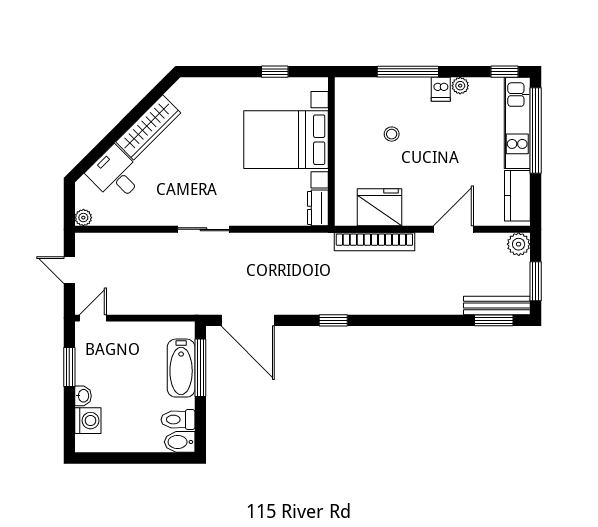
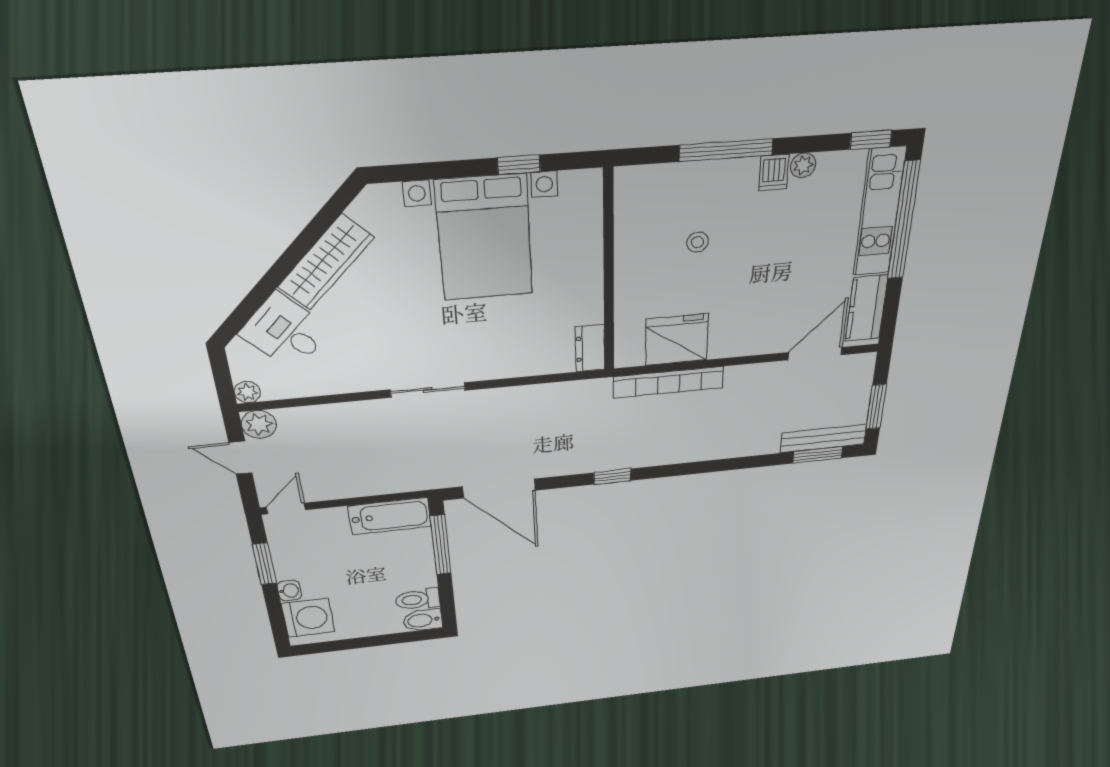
bed with nightstands: (286, 140) -> (485, 238), moved, turned -90
door: (453, 229) -> (815, 354), moved
plant: (519, 244) -> (259, 424), moved
bathtub: (181, 368) -> (390, 516), moved, turned -90
washing machine: (88, 421) -> (308, 618), width x1.37, depth x1.37

